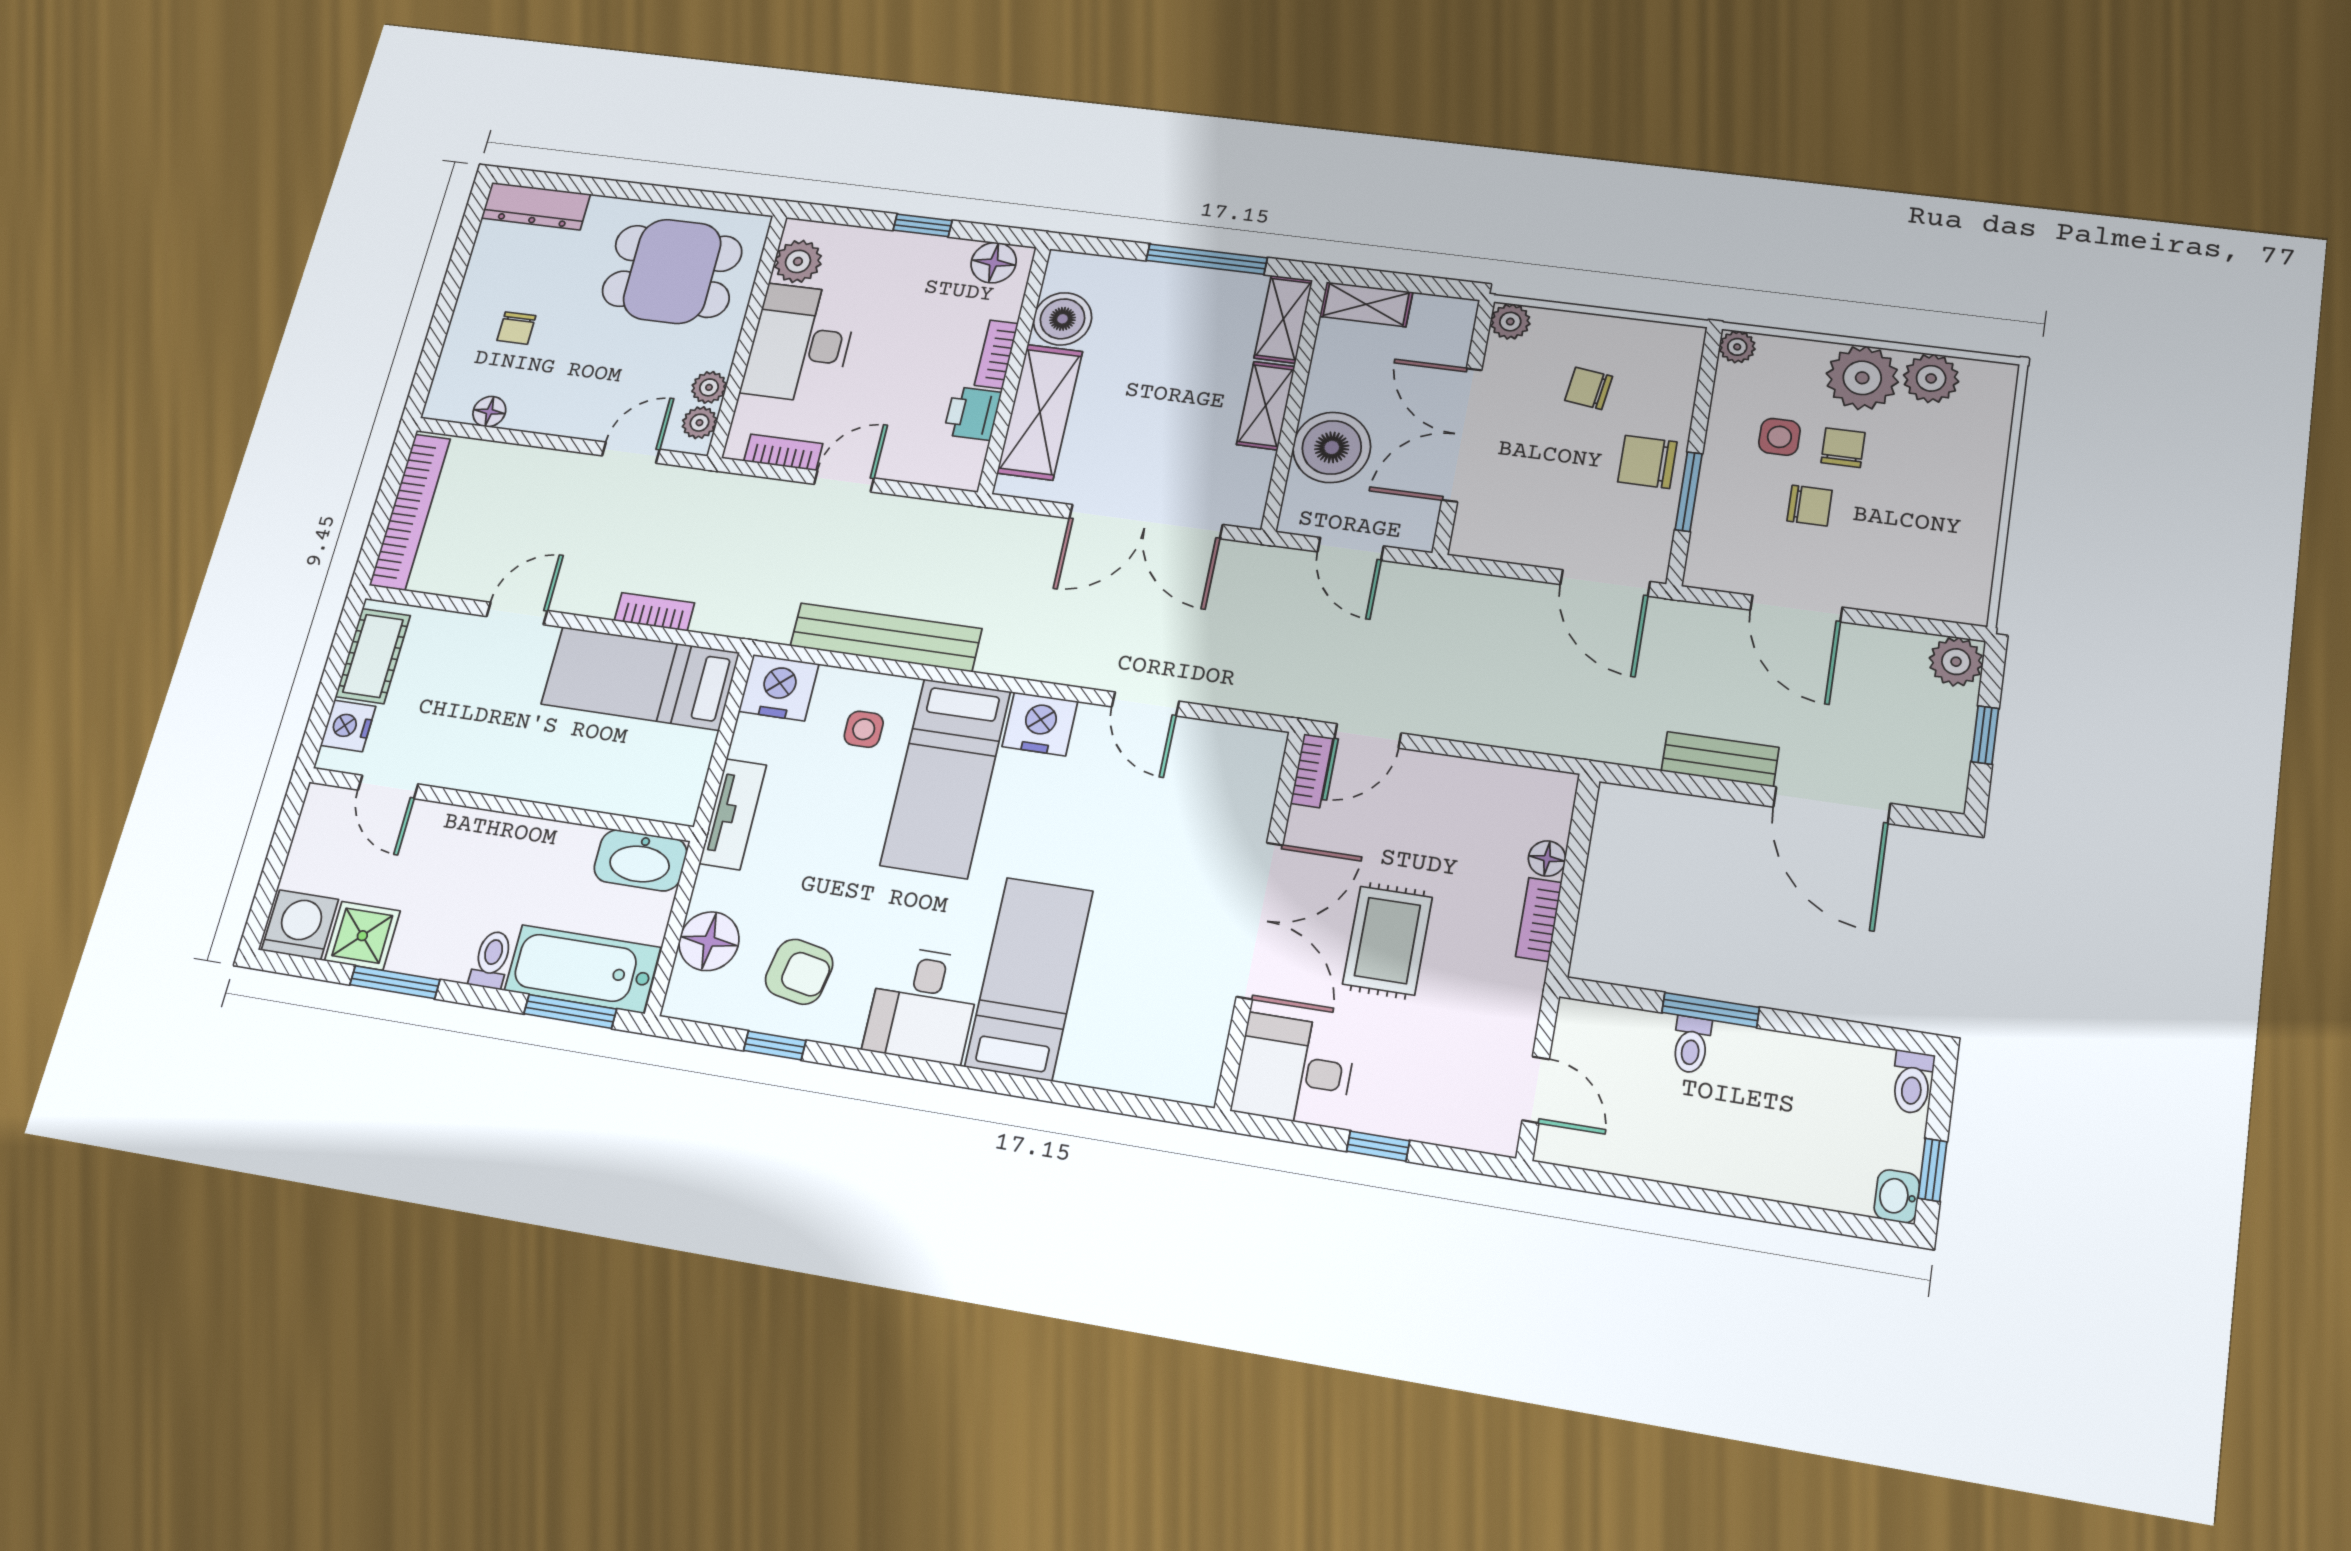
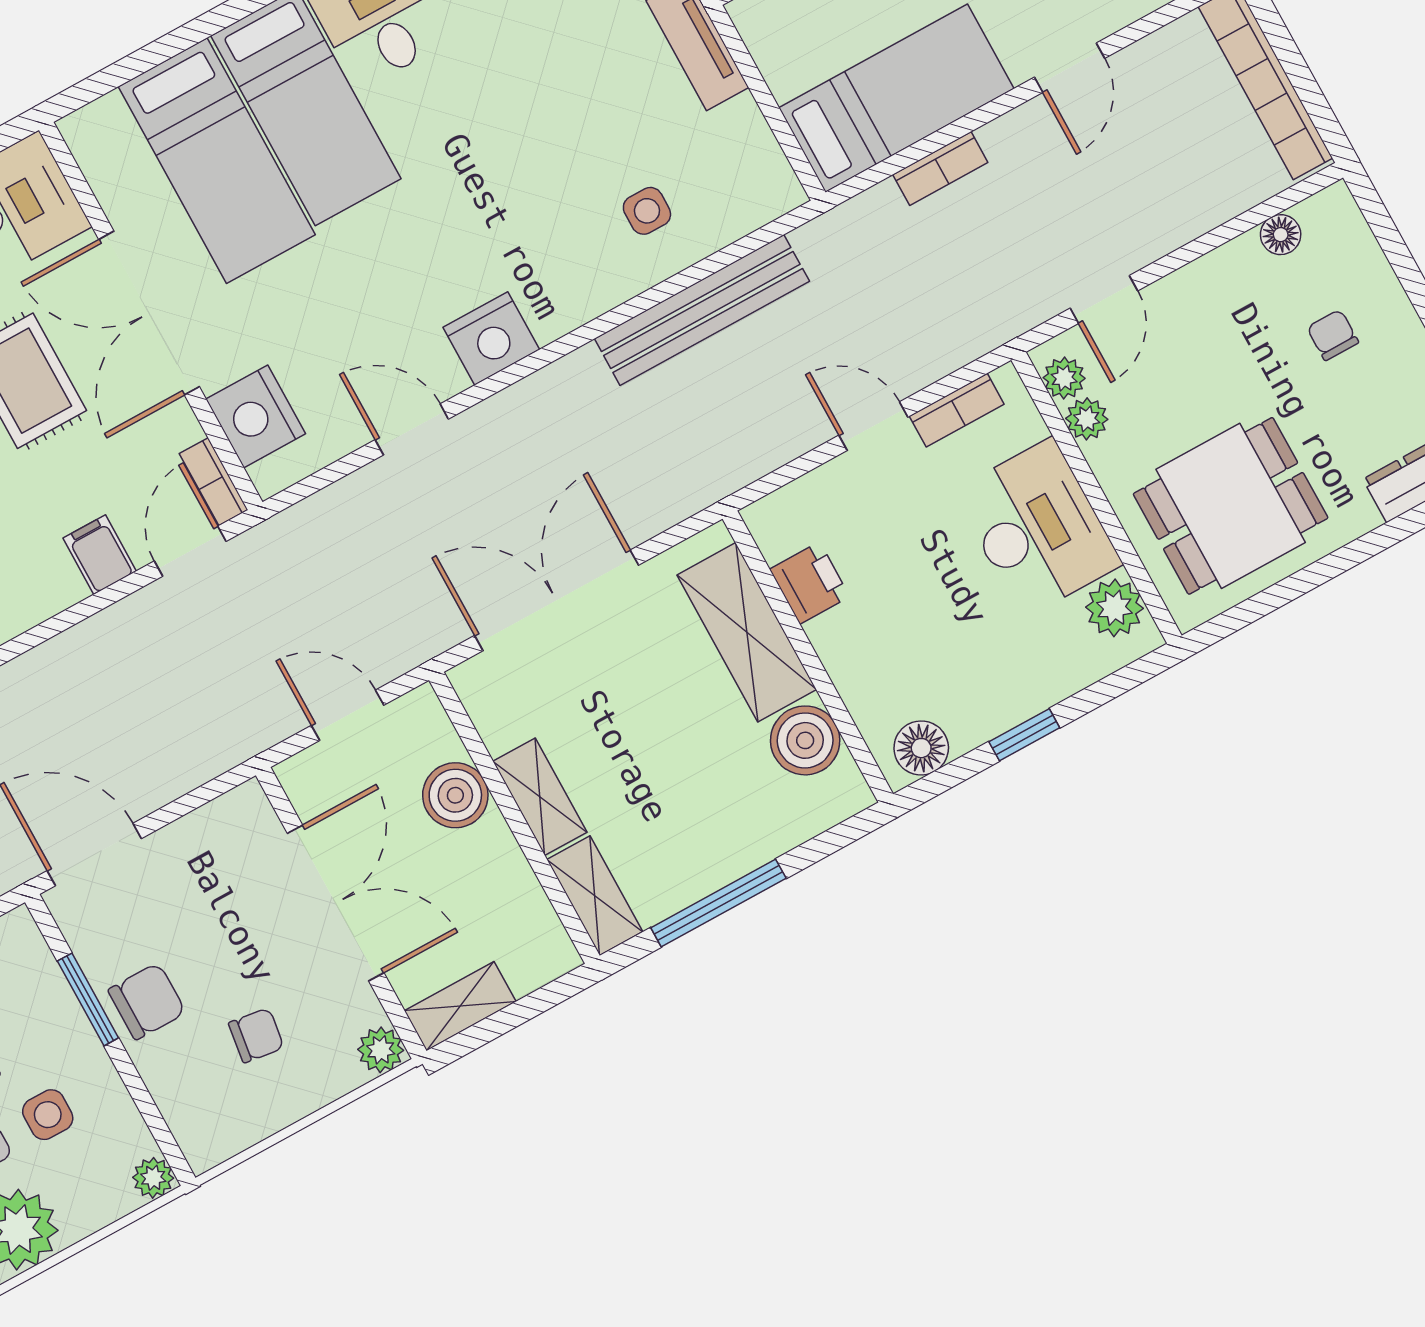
shelving: (1366, 304) -> (460, 1006), moved
bookcase: (996, 354) -> (838, 658), removed
boiler: (1332, 447) -> (455, 795), width x0.73, depth x0.73
door: (844, 481) -> (873, 426), swing flipped
nightstand: (779, 688) -> (256, 416), moved, turned 90
bed: (946, 778) -> (217, 161), moved, turned 180
filing cabinet: (1434, 781) -> (100, 555), added

